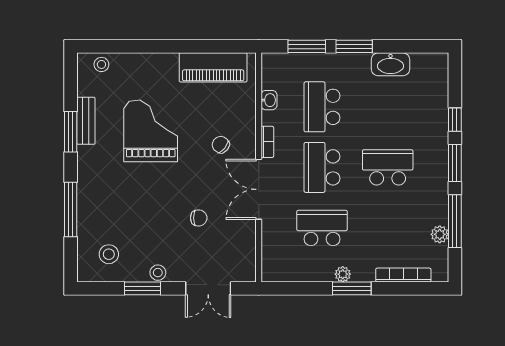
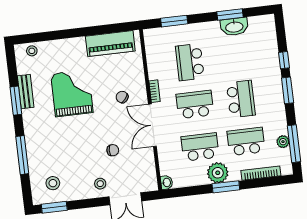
window: (354, 46) -> (230, 14), moved
washbasin: (269, 100) -> (167, 182), moved
school desk: (322, 167) -> (195, 105), turned 90
school desk: (388, 167) -> (241, 99), turned 90
window: (455, 221) -> (294, 144), moved
school desk: (388, 228) -> (246, 141), added
stool: (158, 273) -> (100, 184), moved
plant: (343, 274) -> (218, 173), width x1.88, depth x1.88
window: (142, 288) -> (54, 207), moved

